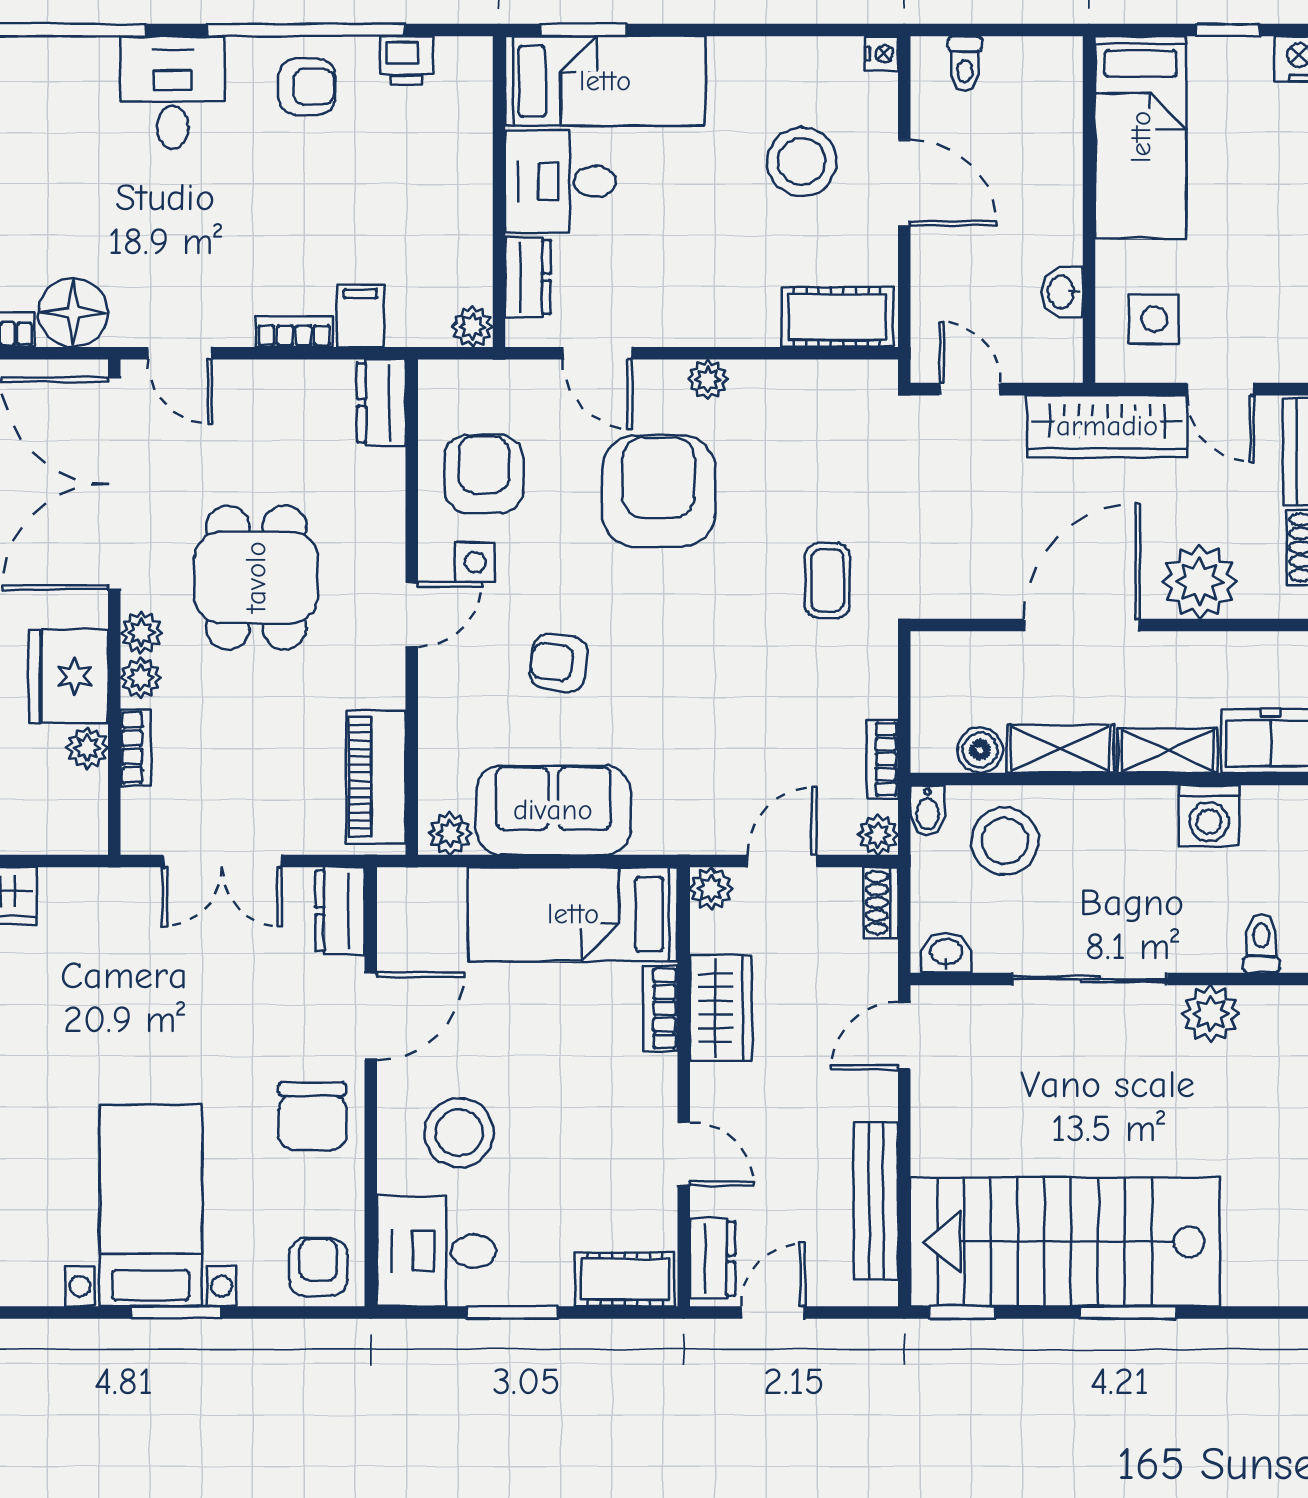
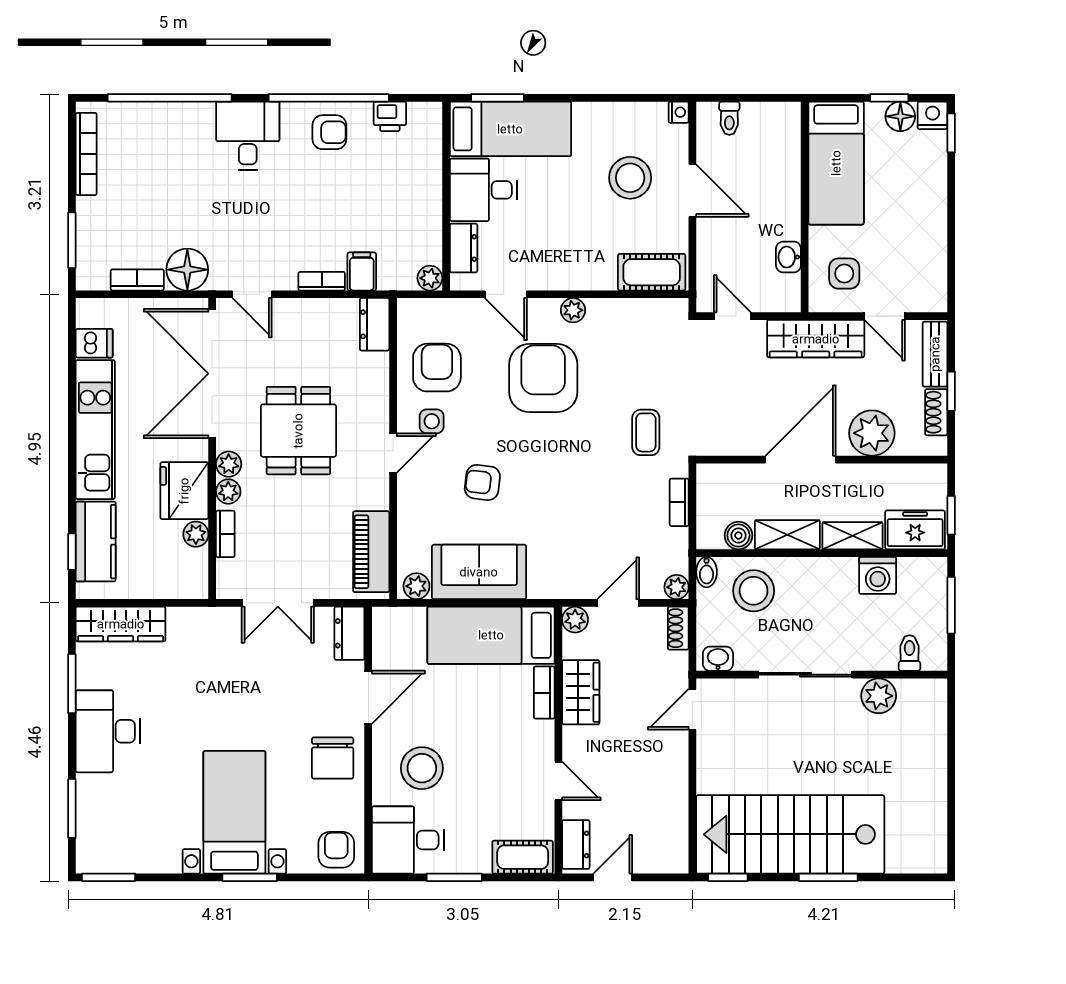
floor lamp: (1246, 61) -> (900, 116), added
bookcase: (882, 759) -> (679, 502), moved
bench: (876, 1201) -> (675, 809), removed

